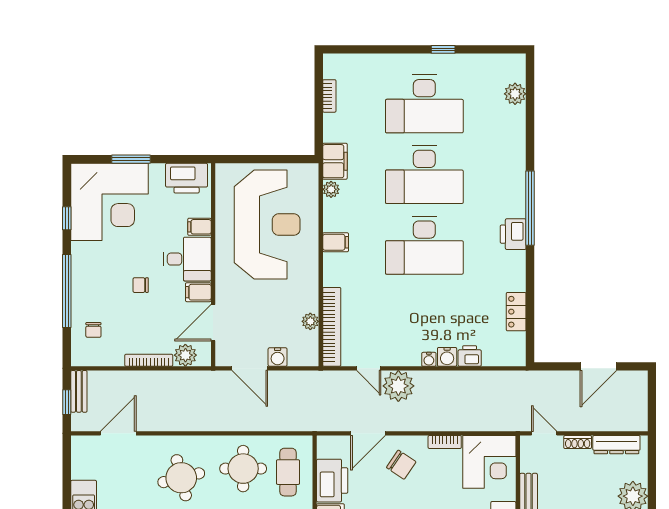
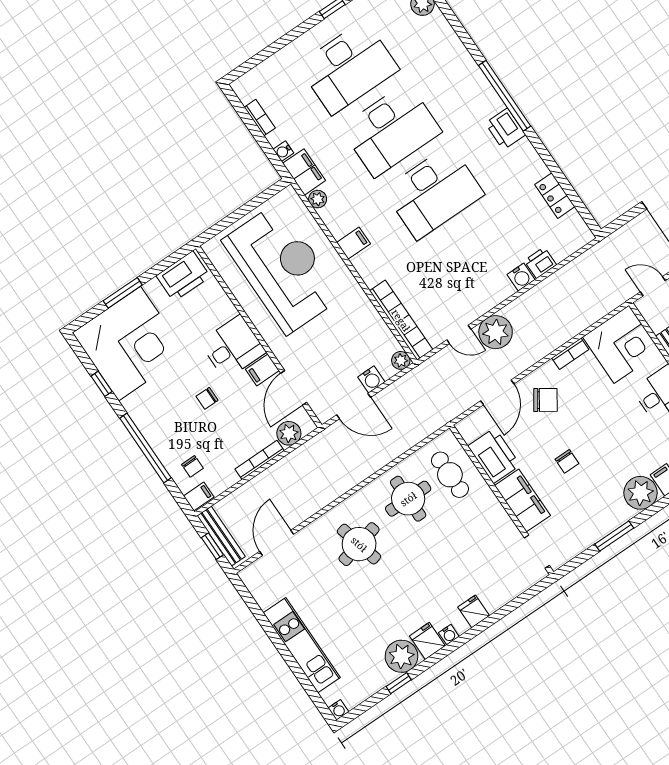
filing cabinet: (199, 227) -> (199, 497), moved, turned 180
plant: (310, 321) -> (401, 360), moved
water cooler: (429, 359) -> (283, 151), moved, turned 90
bench: (79, 391) -> (221, 536), width x1.36

